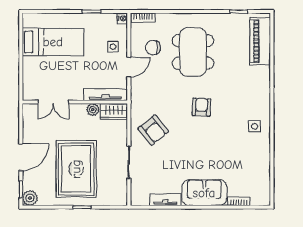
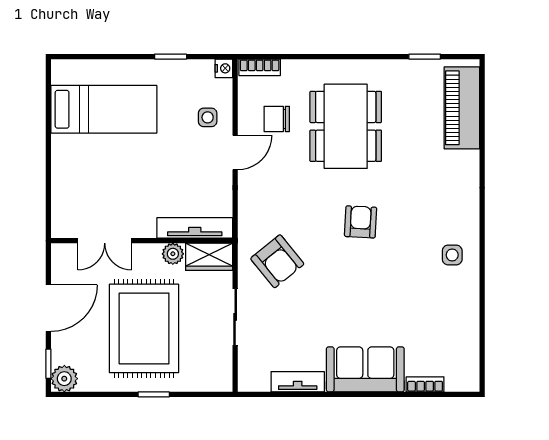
tv unit: (106, 95) -> (195, 228), moved
double door: (53, 102) -> (105, 241), moved
wall: (75, 102) -> (142, 241), moved
plant: (93, 110) -> (173, 254), moved
wardrobe: (114, 111) -> (209, 257), moved

